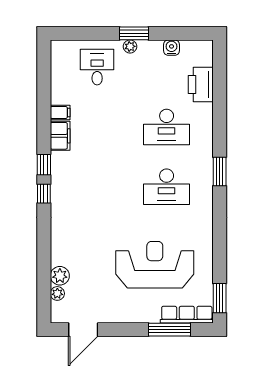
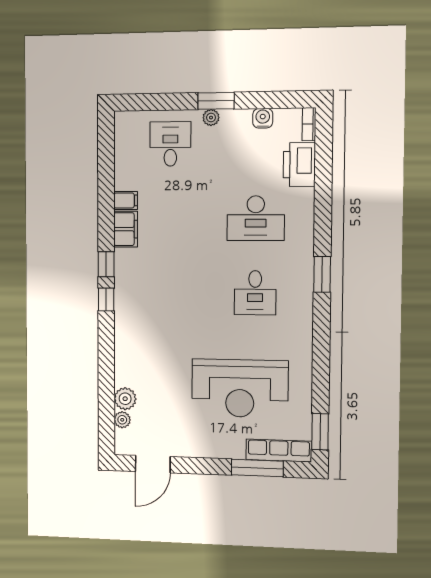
bookcase: (208, 53) -> (309, 124), added
desk: (167, 187) -> (255, 293), width x0.73
reception desk: (155, 265) -> (240, 388), turned 180

